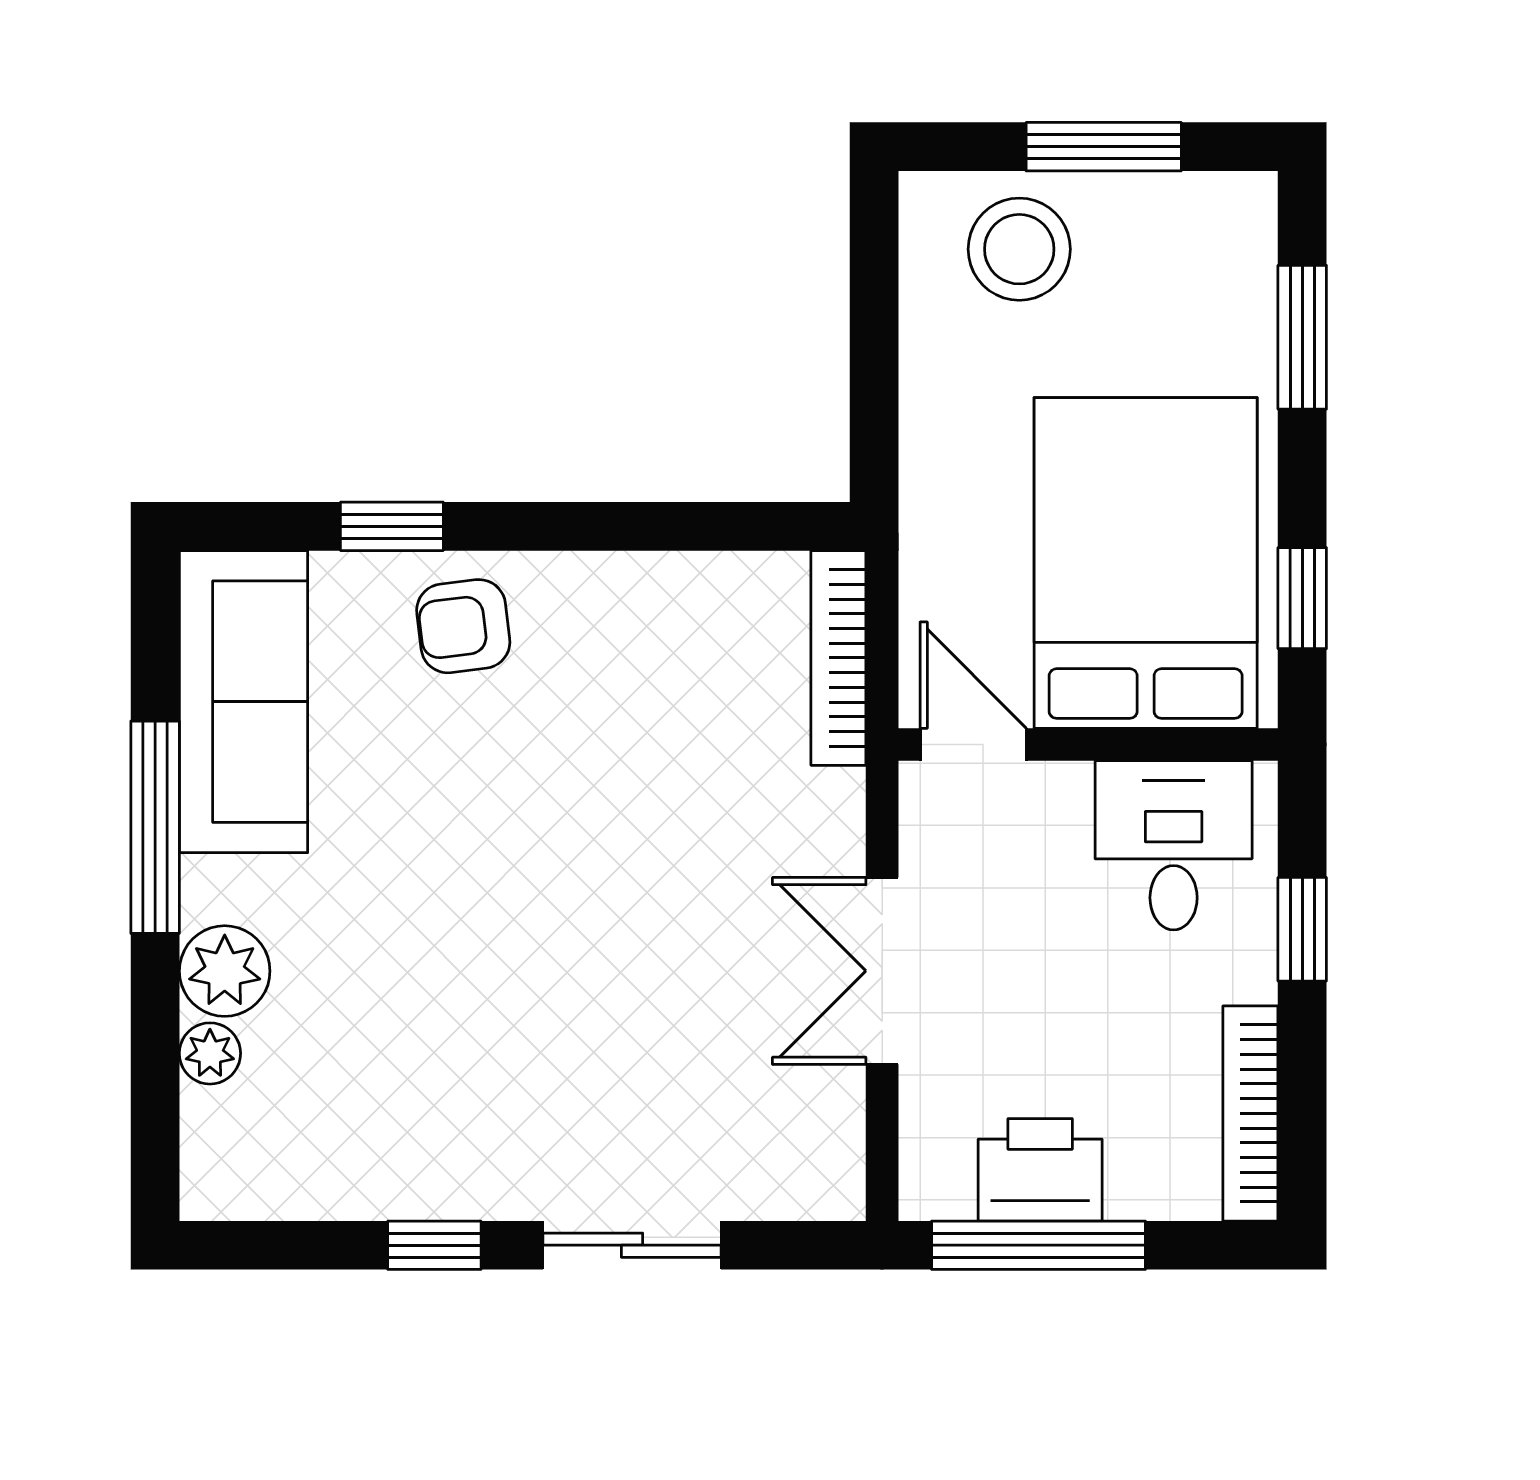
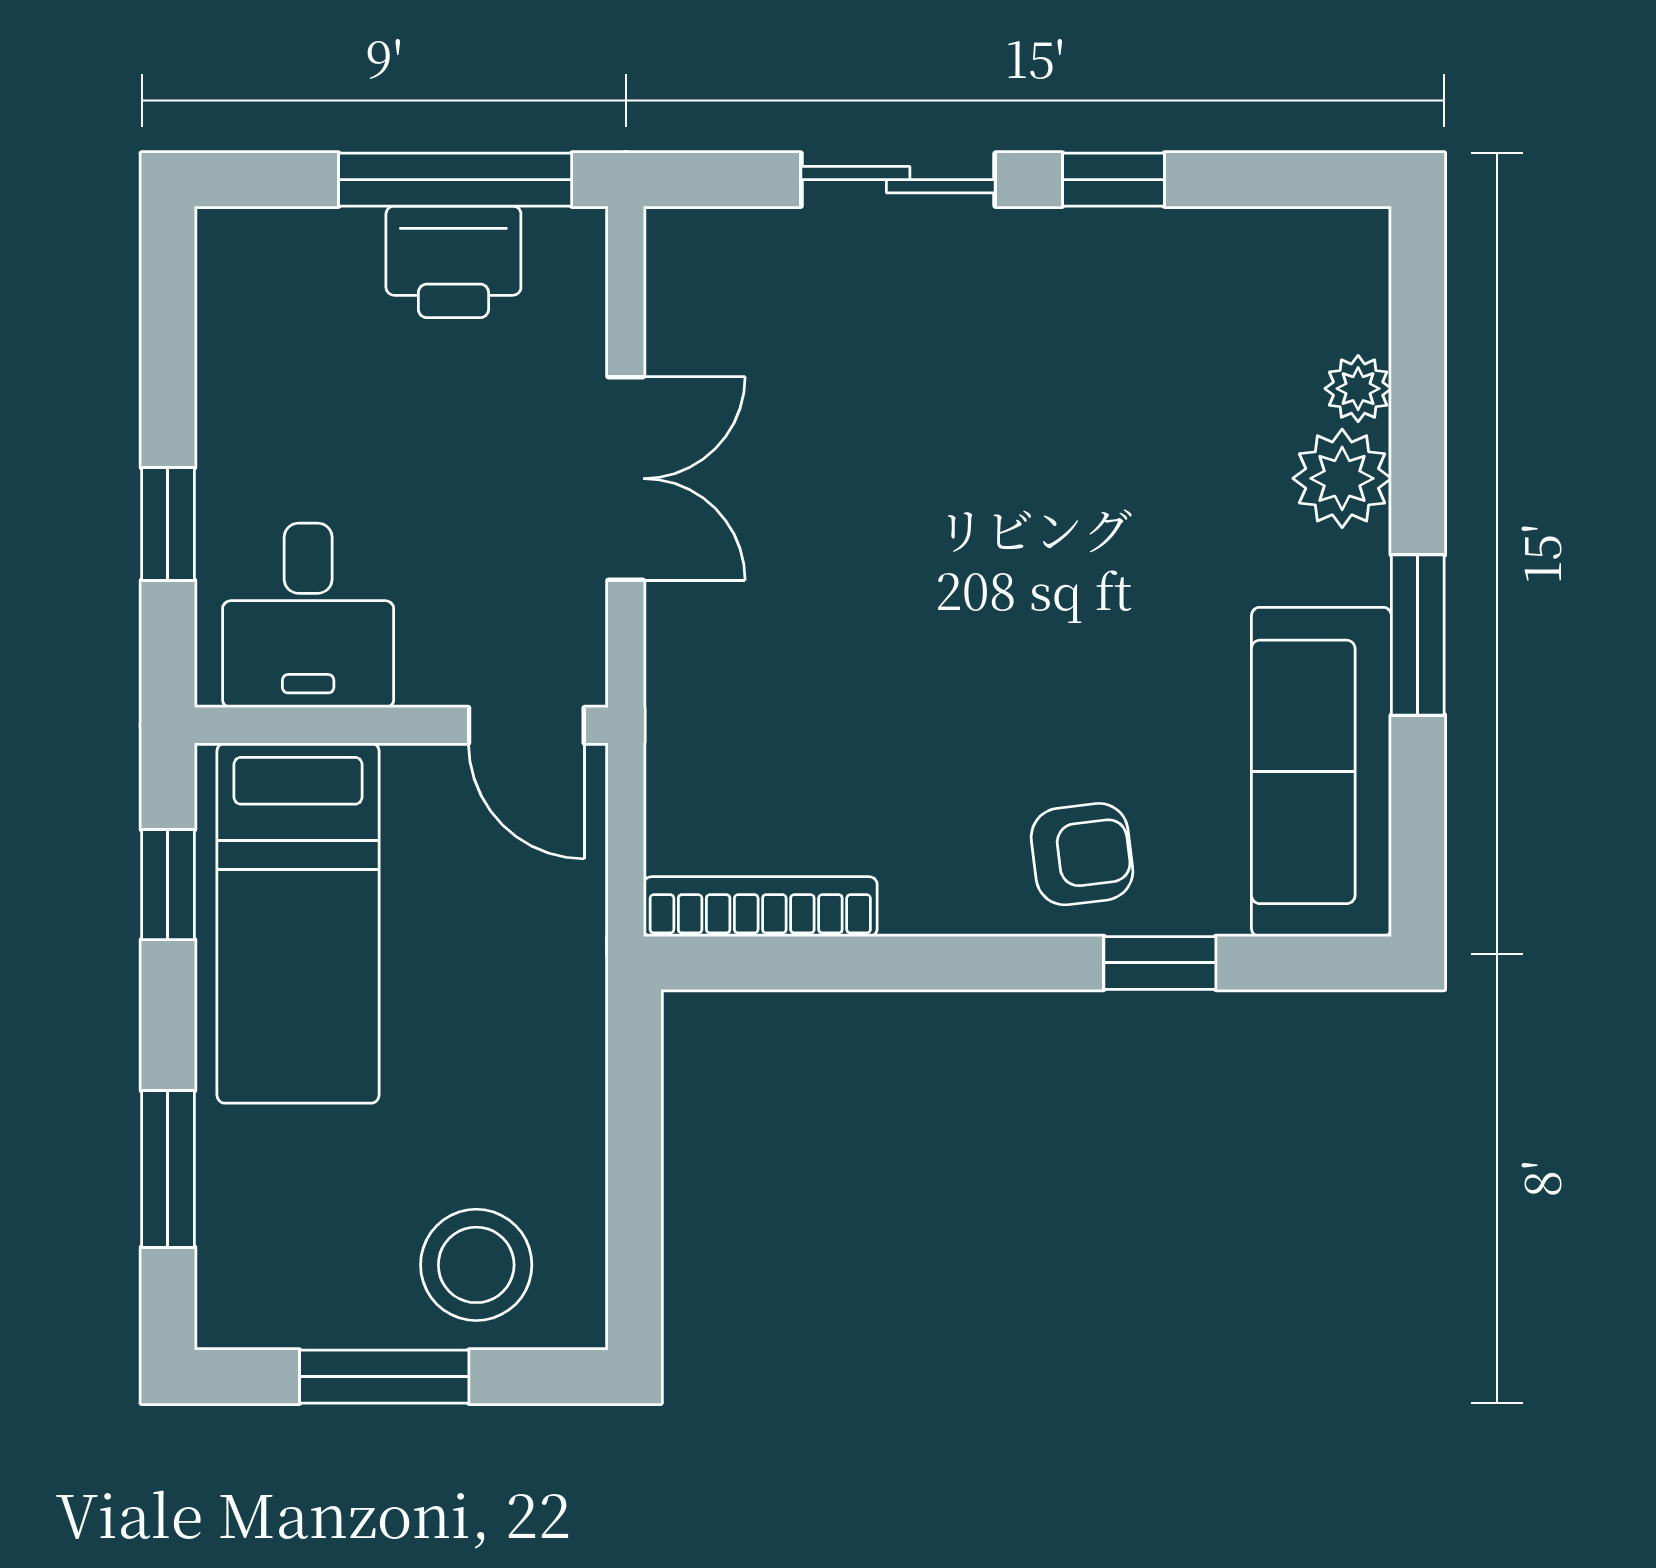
bed: (1146, 563) -> (298, 923), width x0.67
bookcase: (838, 658) -> (760, 907), moved, turned -90
window: (155, 827) -> (1418, 635), width x0.69
bookcase: (1250, 1113) -> (224, 323), removed

